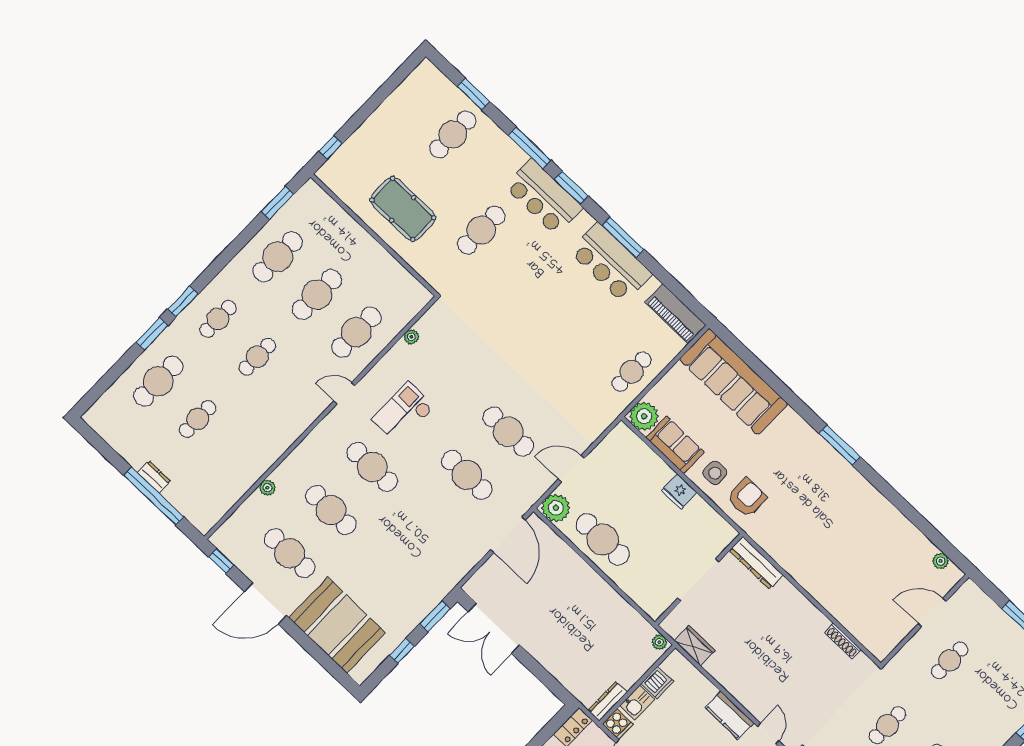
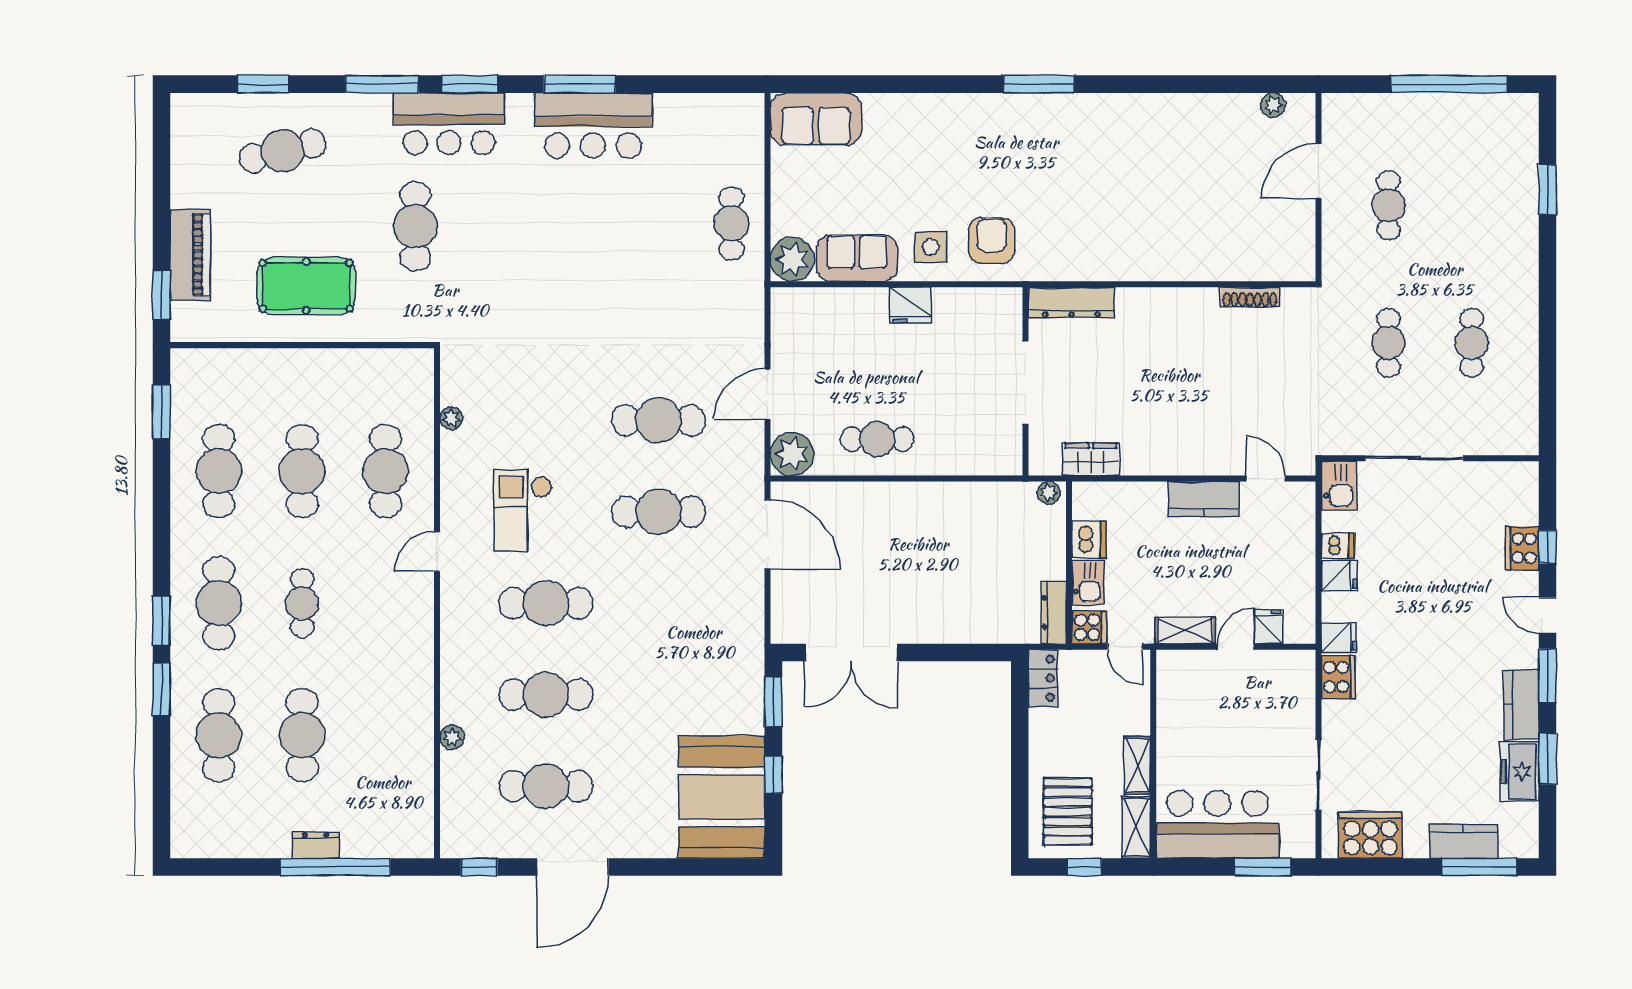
cafe table: (453, 135) -> (283, 151), turned 76
window: (331, 148) -> (161, 295), width x1.50
piano: (676, 314) -> (190, 255), moved, turned -90
cafe table: (218, 319) -> (219, 603), width x1.37, depth x1.35
sofa: (734, 382) -> (816, 119), width x0.54, depth x0.79
cafe table: (198, 419) -> (302, 735), width x1.37, depth x1.35
cafe table: (603, 539) -> (877, 439), width x0.73, depth x0.74
booth: (337, 625) -> (722, 797), moved, turned 90

